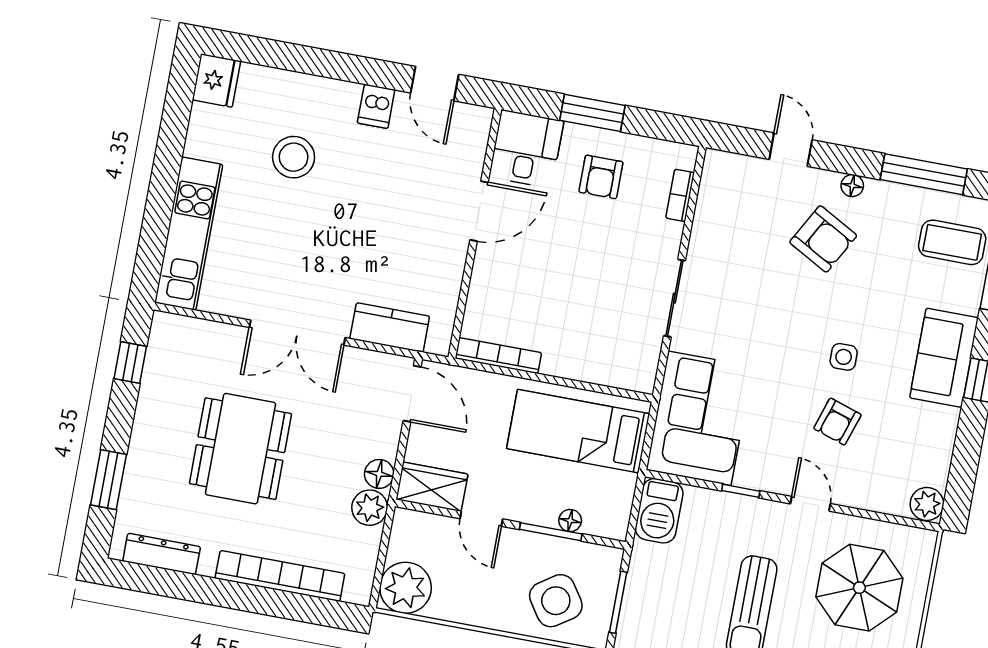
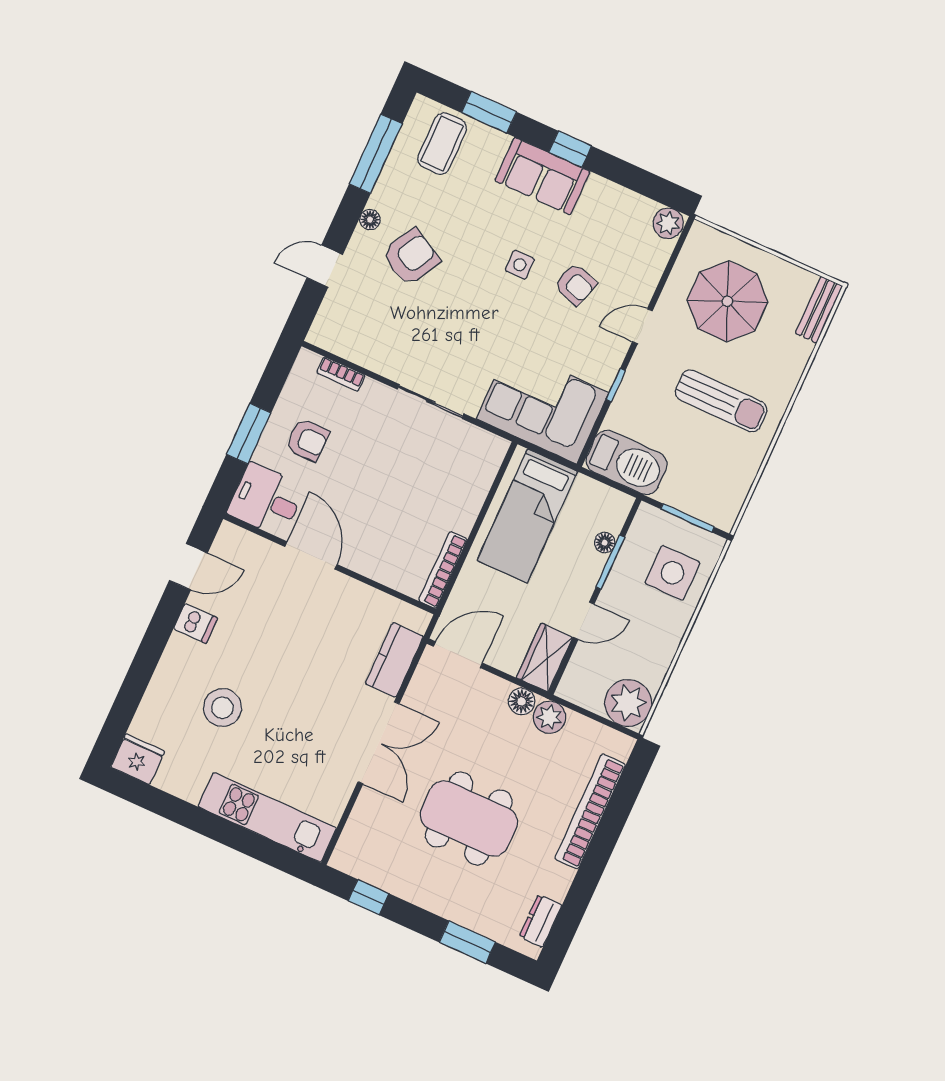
barbecue: (659, 511) -> (627, 462), width x1.37, depth x1.21
dresser: (162, 554) -> (541, 921), width x0.70
side table: (556, 601) -> (672, 573), turned 34

